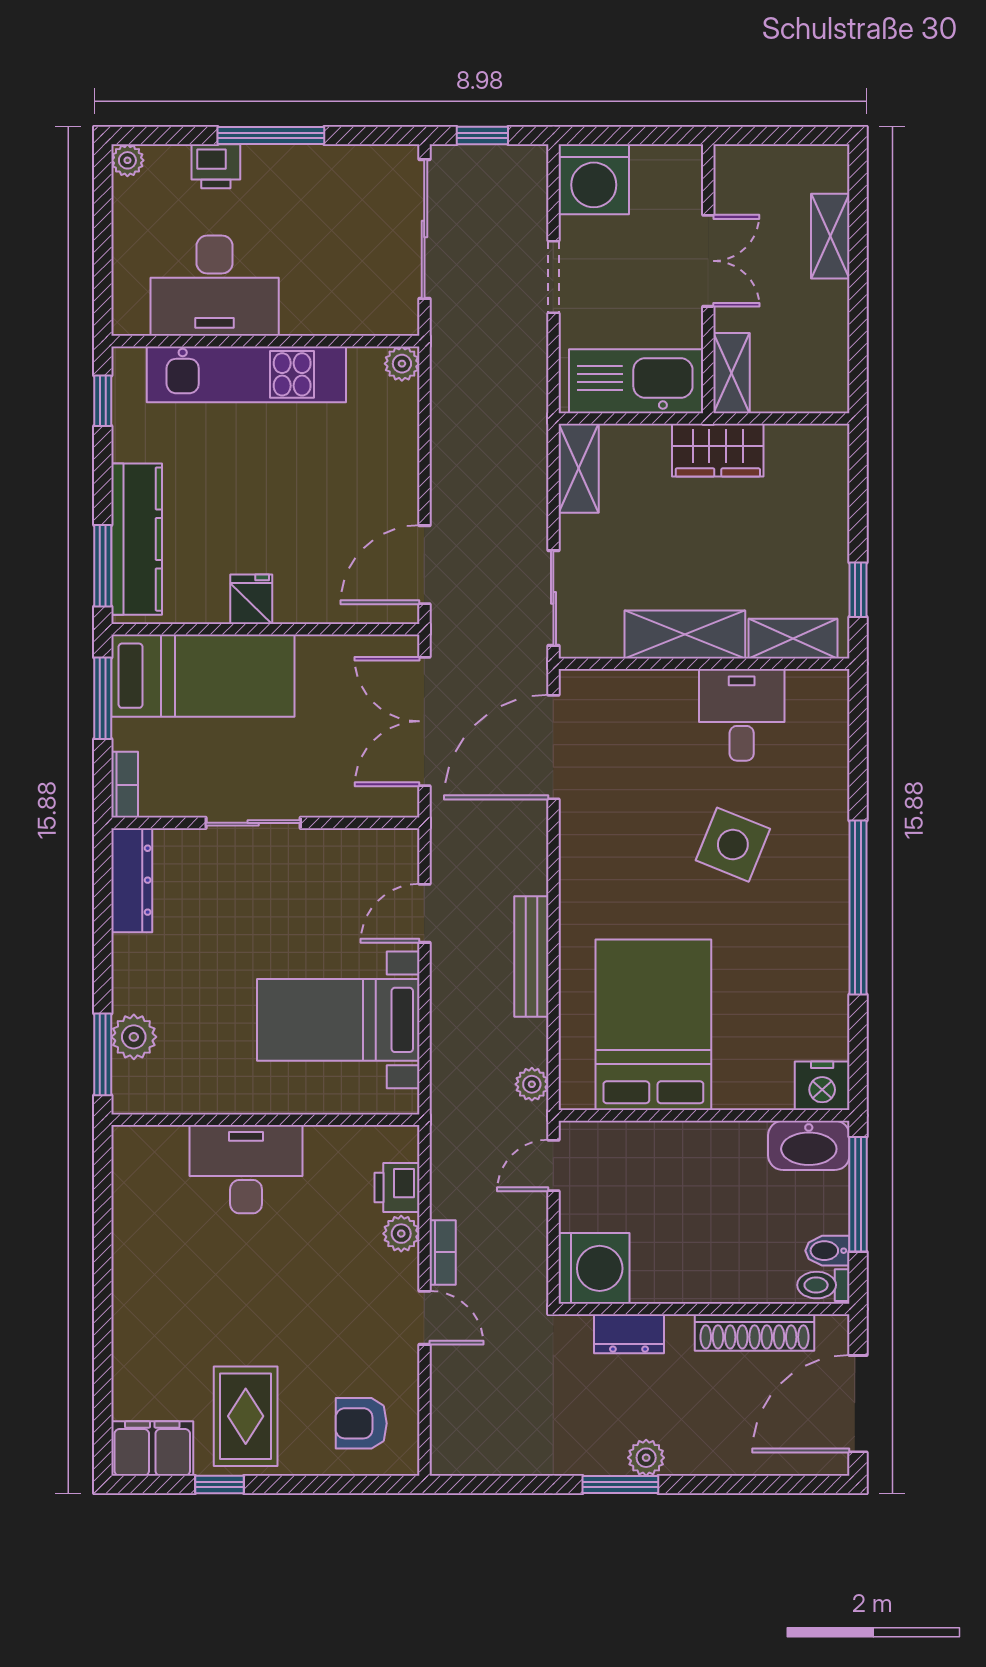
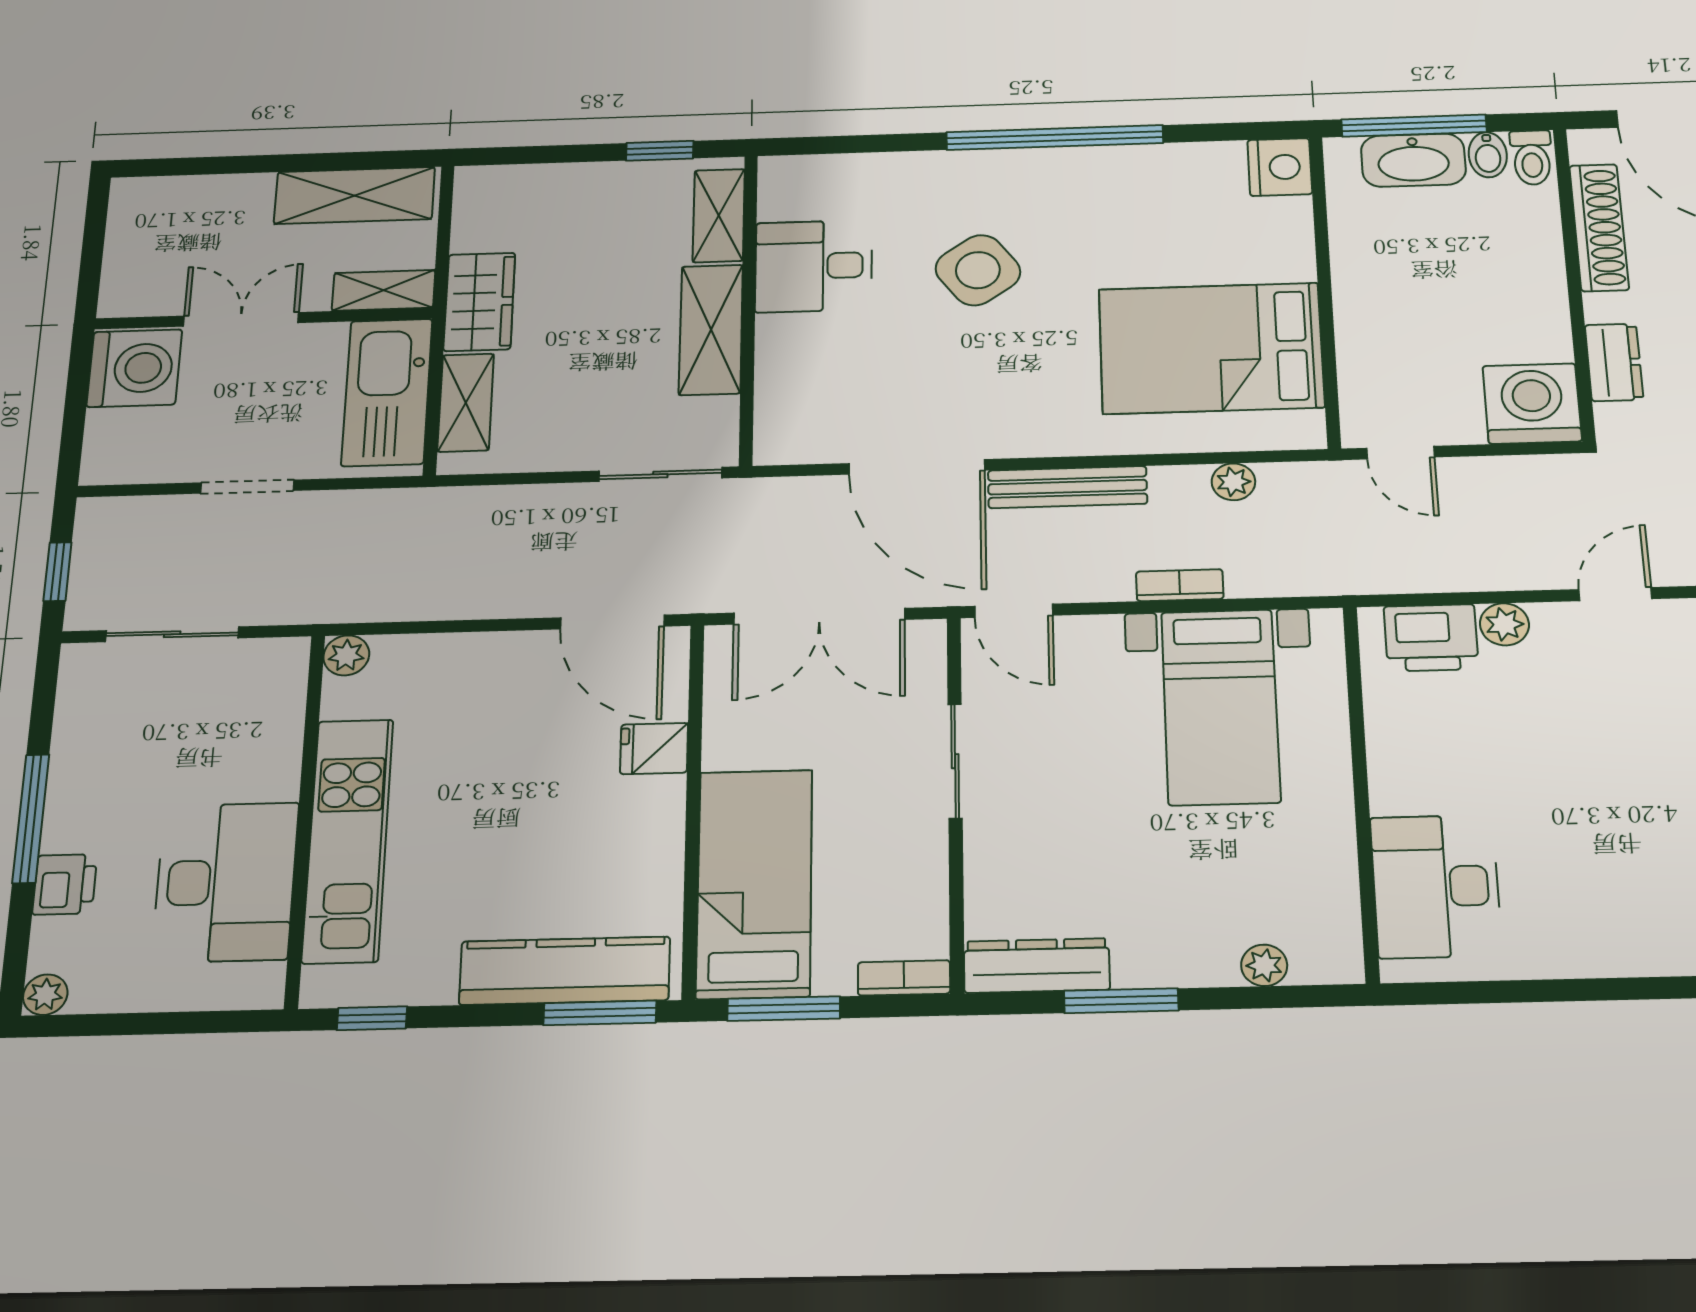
washing machine: (594, 179) -> (134, 368), moved
sliding door: (424, 229) -> (172, 634), width x0.73
shelving: (830, 236) -> (355, 195), moved, width x1.50, depth x1.33
shelving: (579, 468) -> (466, 403), moved, turned 90
fridge: (251, 599) -> (654, 749), moved
door: (553, 747) -> (917, 467), moved
sliding door: (253, 823) -> (955, 761), moved
side table: (733, 845) -> (978, 270), turned 32
door: (424, 913) -> (1014, 611), moved
bench: (531, 957) -> (1067, 487), moved
plant: (134, 1037) -> (1264, 965), width x0.73, depth x0.73
window: (103, 1054) -> (1121, 1001), moved
plant: (532, 1084) -> (1233, 482), moved
washbasin: (809, 1145) -> (1413, 160), moved, turned 90
desk: (246, 1169) -> (1436, 886), moved
printer: (397, 1187) -> (1431, 638), width x1.36, depth x1.24
bookcase: (443, 1252) -> (1180, 585), moved

